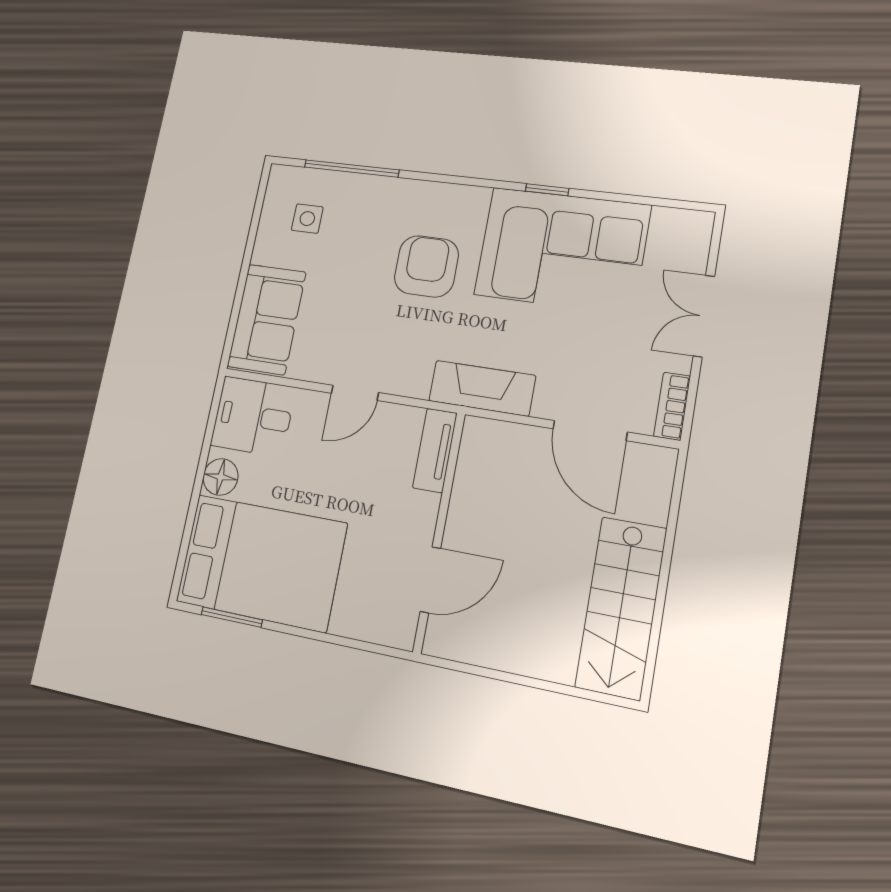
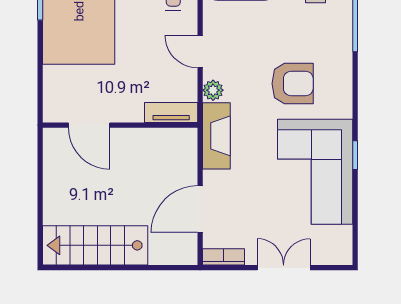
plant: (414, 383) -> (213, 90), added

